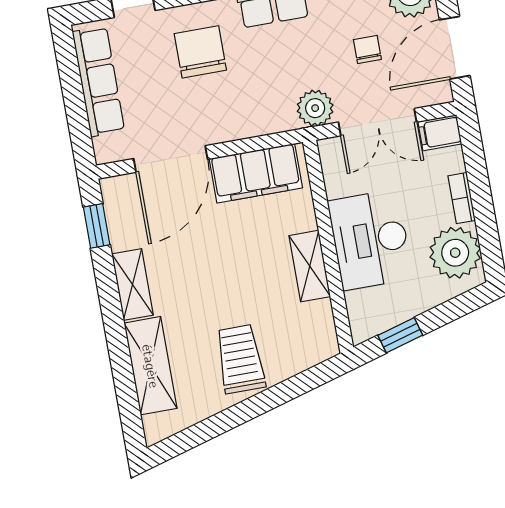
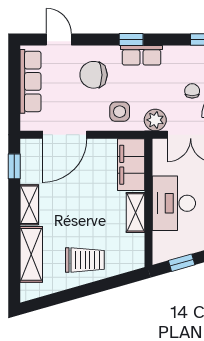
chair: (200, 52) -> (94, 75), turned -90
side table: (254, 105) -> (120, 112), added
filing cabinet: (256, 173) -> (131, 165), moved, turned 90
trolley: (240, 359) -> (85, 260), turned 90

